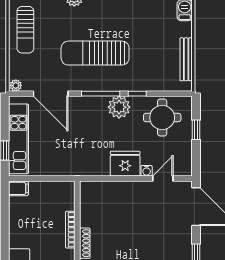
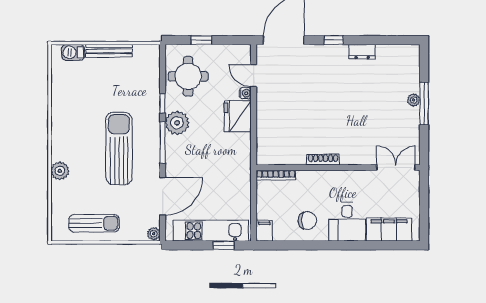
sun lounger: (95, 53) -> (119, 148), turned 180
bench: (186, 59) -> (109, 51), moved
chair: (28, 229) -> (307, 220), added
bookcase: (70, 230) -> (276, 175), moved

